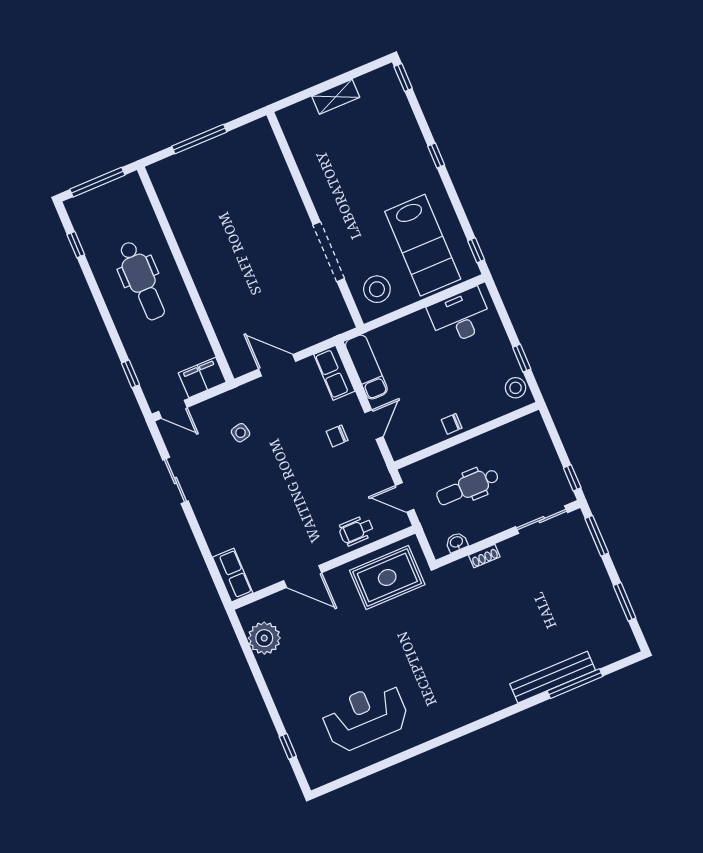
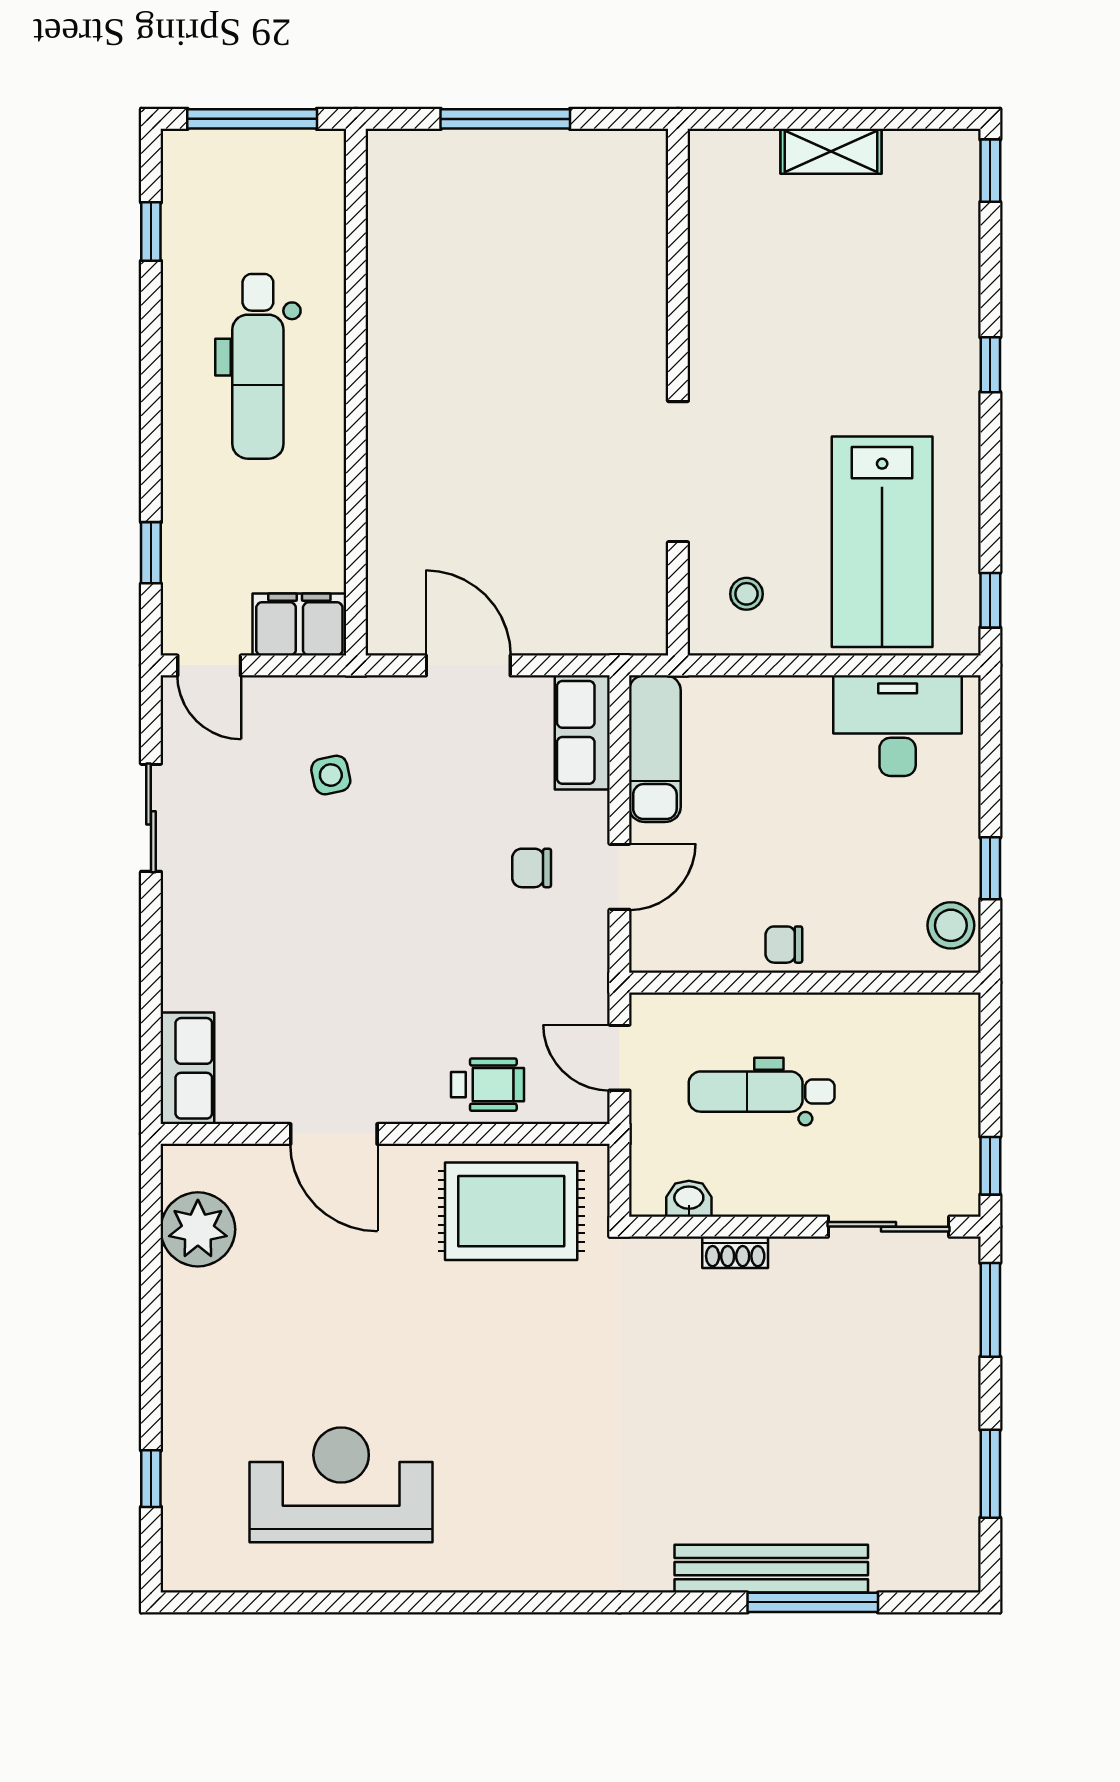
stool: (377, 289) -> (746, 594), width x0.53, depth x0.53
wheelchair: (356, 531) -> (487, 1085), turned 180

